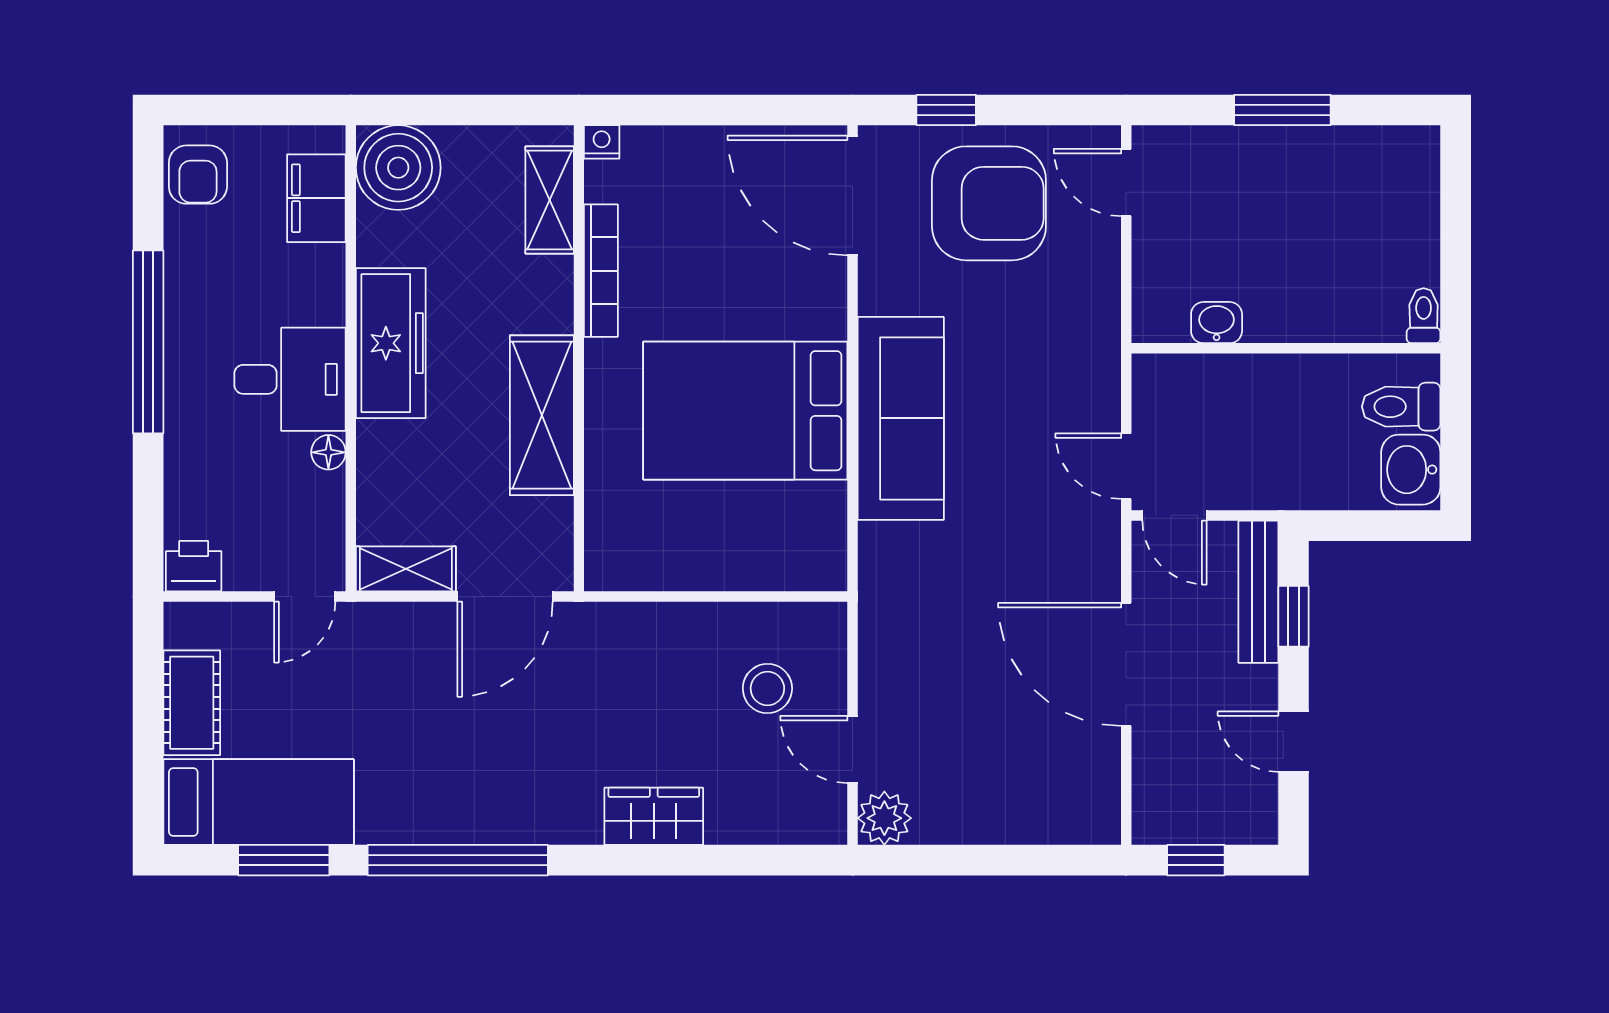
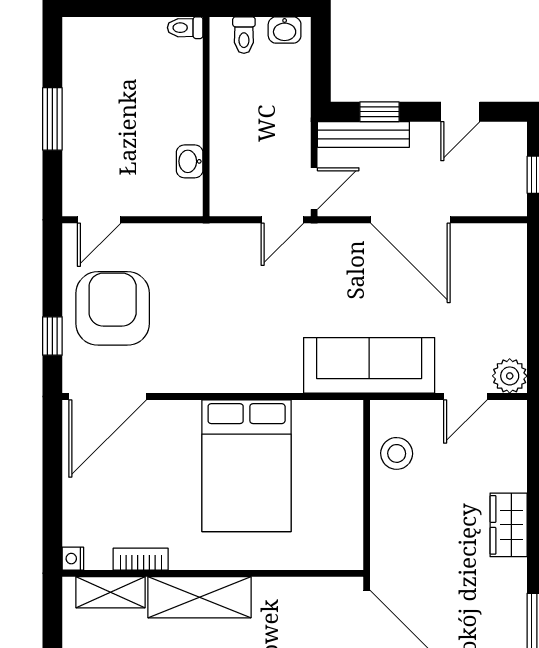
bookcase: (601, 271) -> (141, 559), width x0.64
toilet: (1401, 407) -> (244, 35), width x0.73, depth x0.72
shelving: (542, 415) -> (199, 597), moved
sofa: (901, 418) -> (369, 365), moved
washbasin: (1411, 470) -> (285, 30), width x0.72, depth x0.69
door: (1126, 664) -> (410, 220), hinge flipped
stool: (767, 689) -> (397, 453), moved

